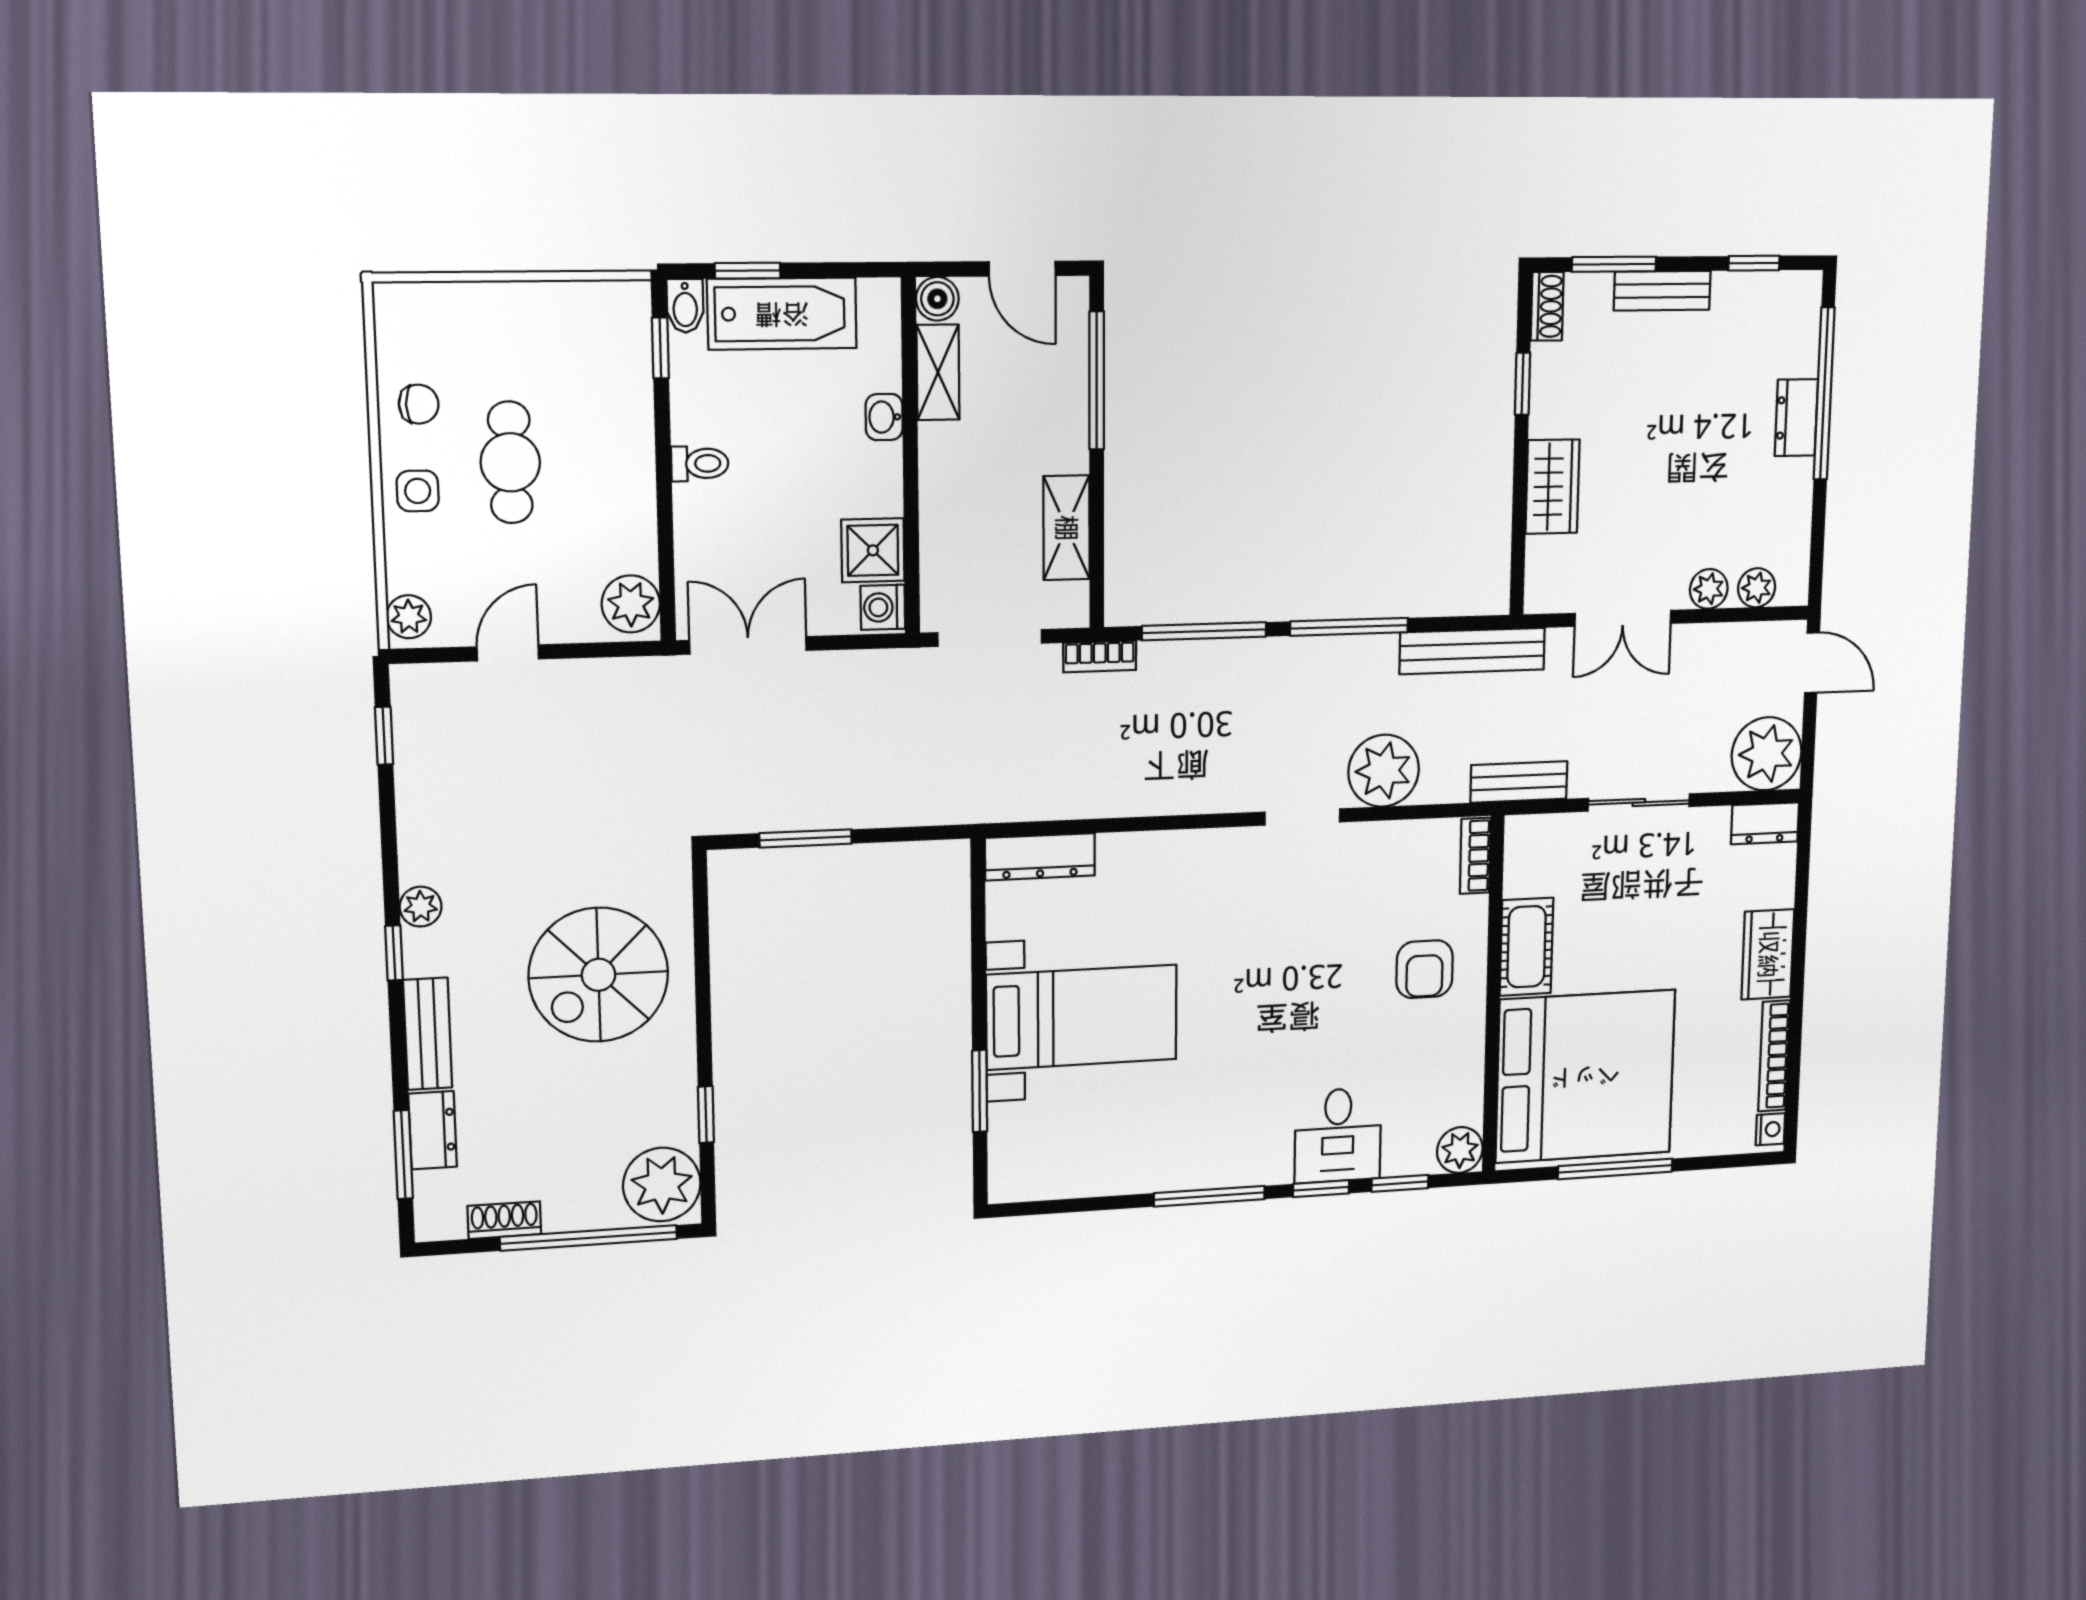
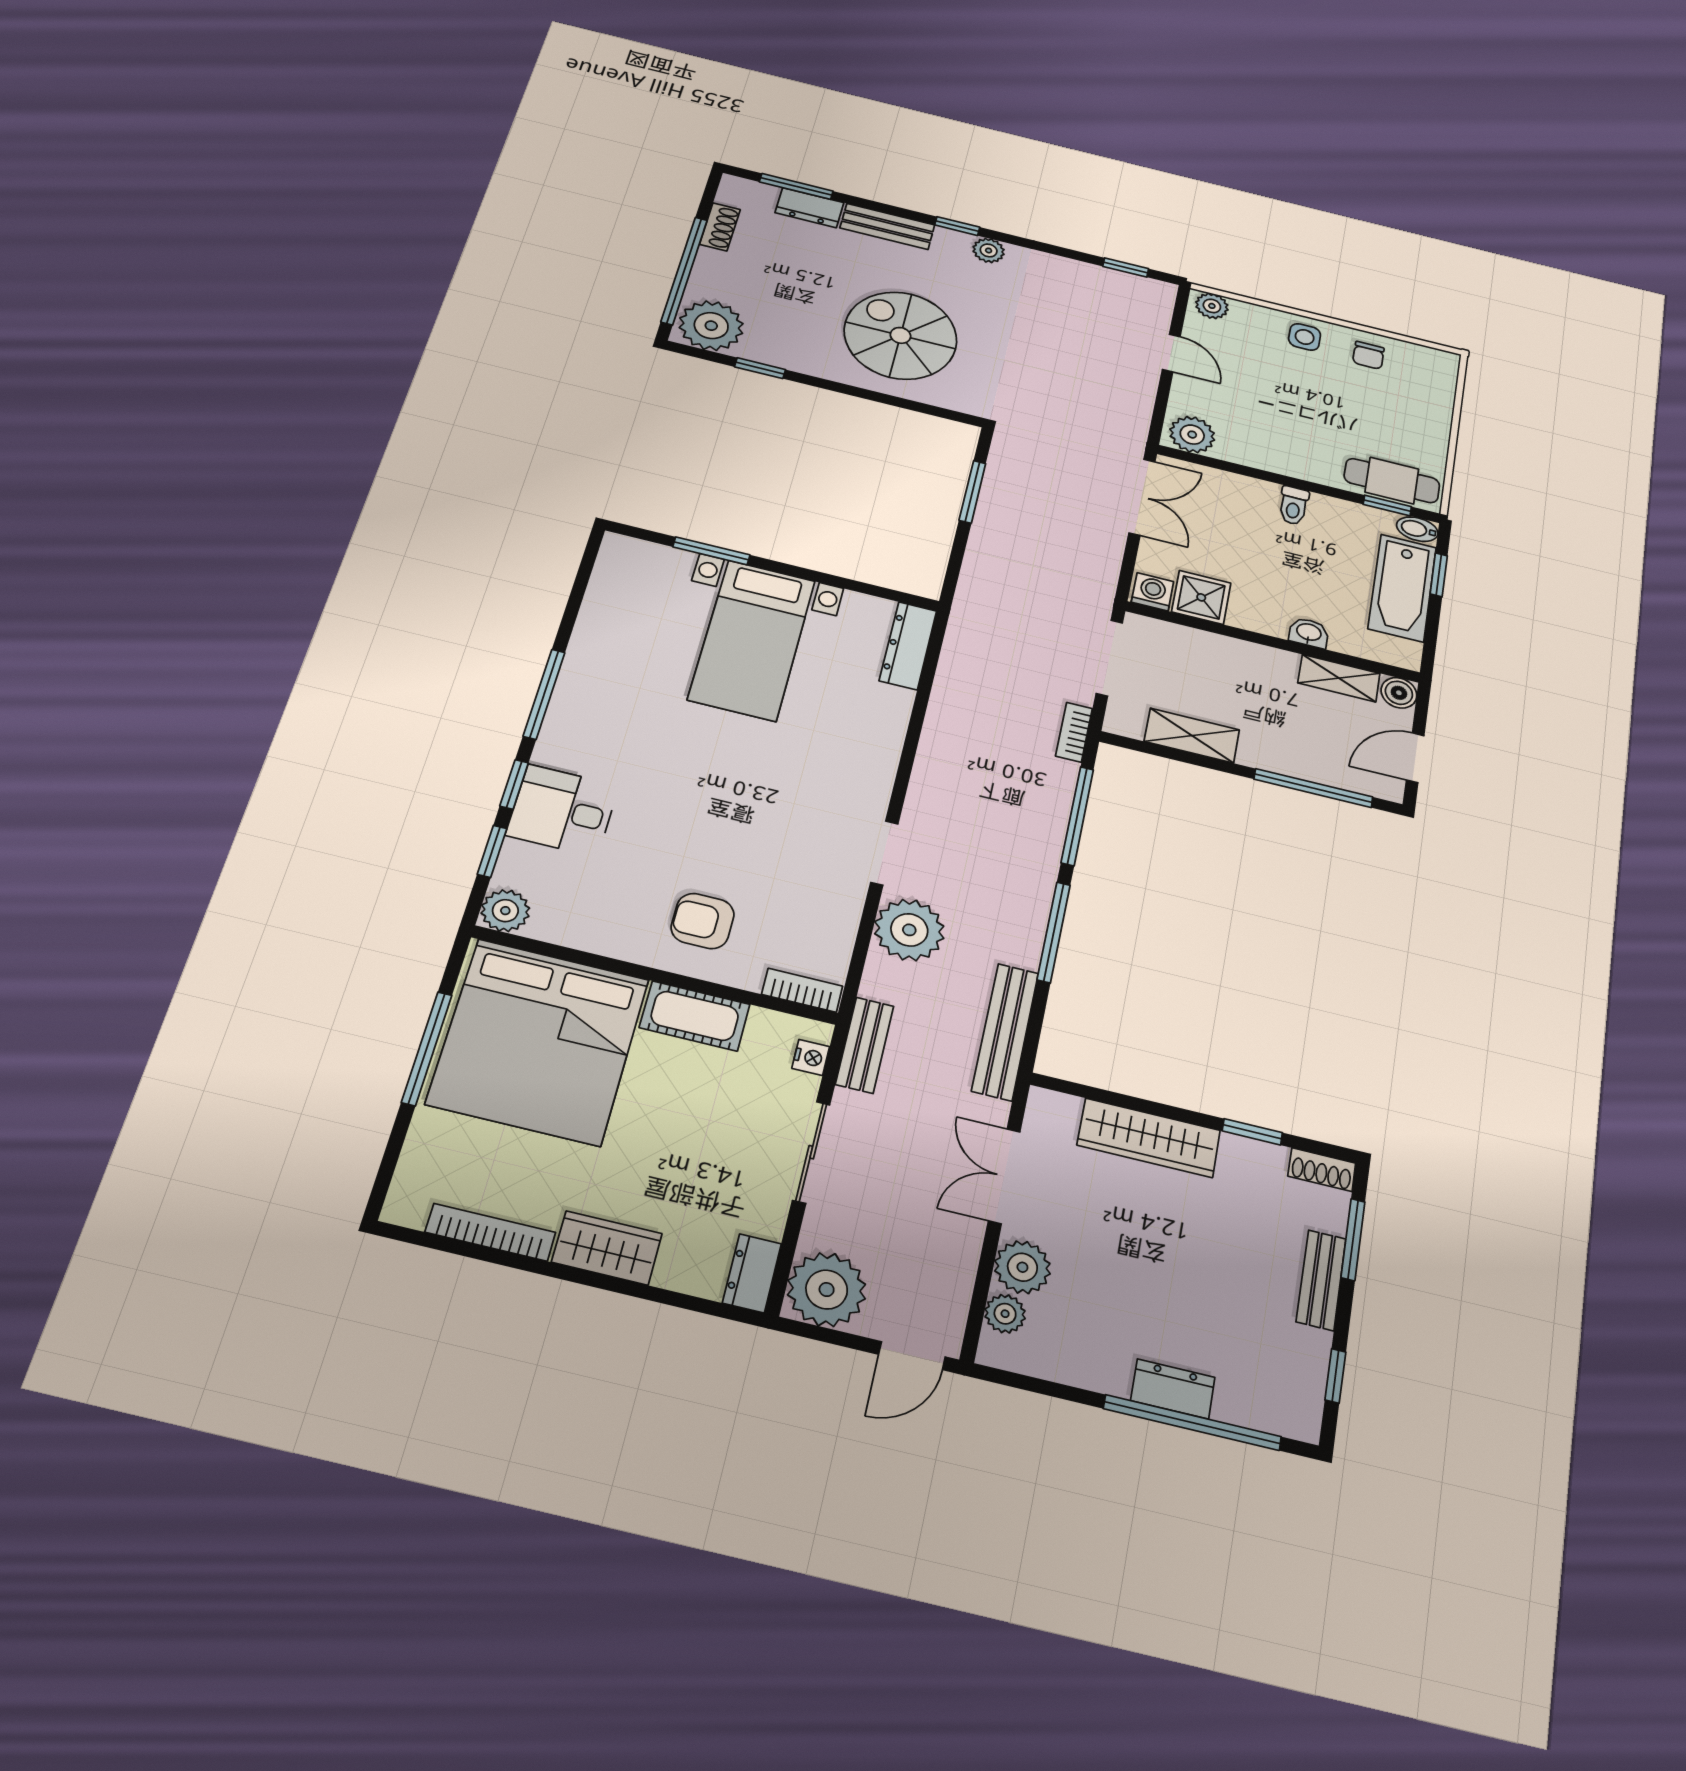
cafe table: (510, 462) -> (1392, 481), moved
wardrobe: (1552, 487) -> (1149, 1138), width x1.50
plant: (1709, 589) -> (1022, 1267), width x1.38, depth x1.38
nightstand: (1770, 1129) -> (811, 1057), moved, turned -90

